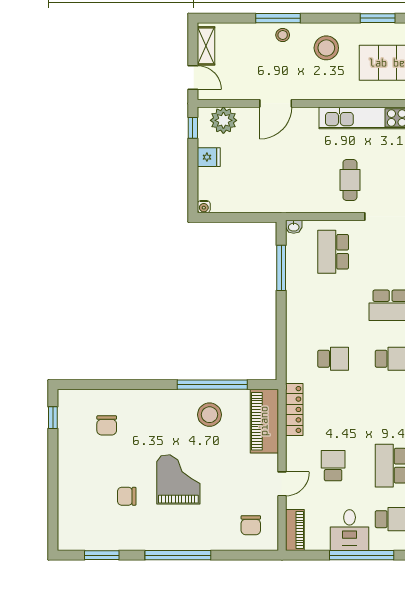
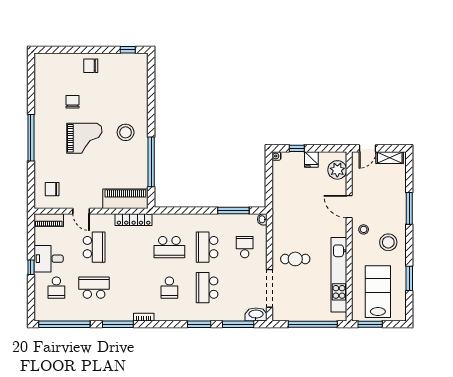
stool: (283, 35) -> (364, 229), moved
window: (193, 128) -> (297, 148), moved
school desk: (333, 252) -> (245, 247), width x0.54
school desk: (333, 305) -> (207, 247), added
school desk: (333, 359) -> (169, 247), width x1.85
stool: (210, 415) -> (126, 132), moved
chair: (107, 425) -> (91, 66), moved
school desk: (333, 466) -> (94, 247), width x1.85
window: (102, 555) -> (31, 84), removed
window: (362, 555) -> (31, 267), width x0.32

